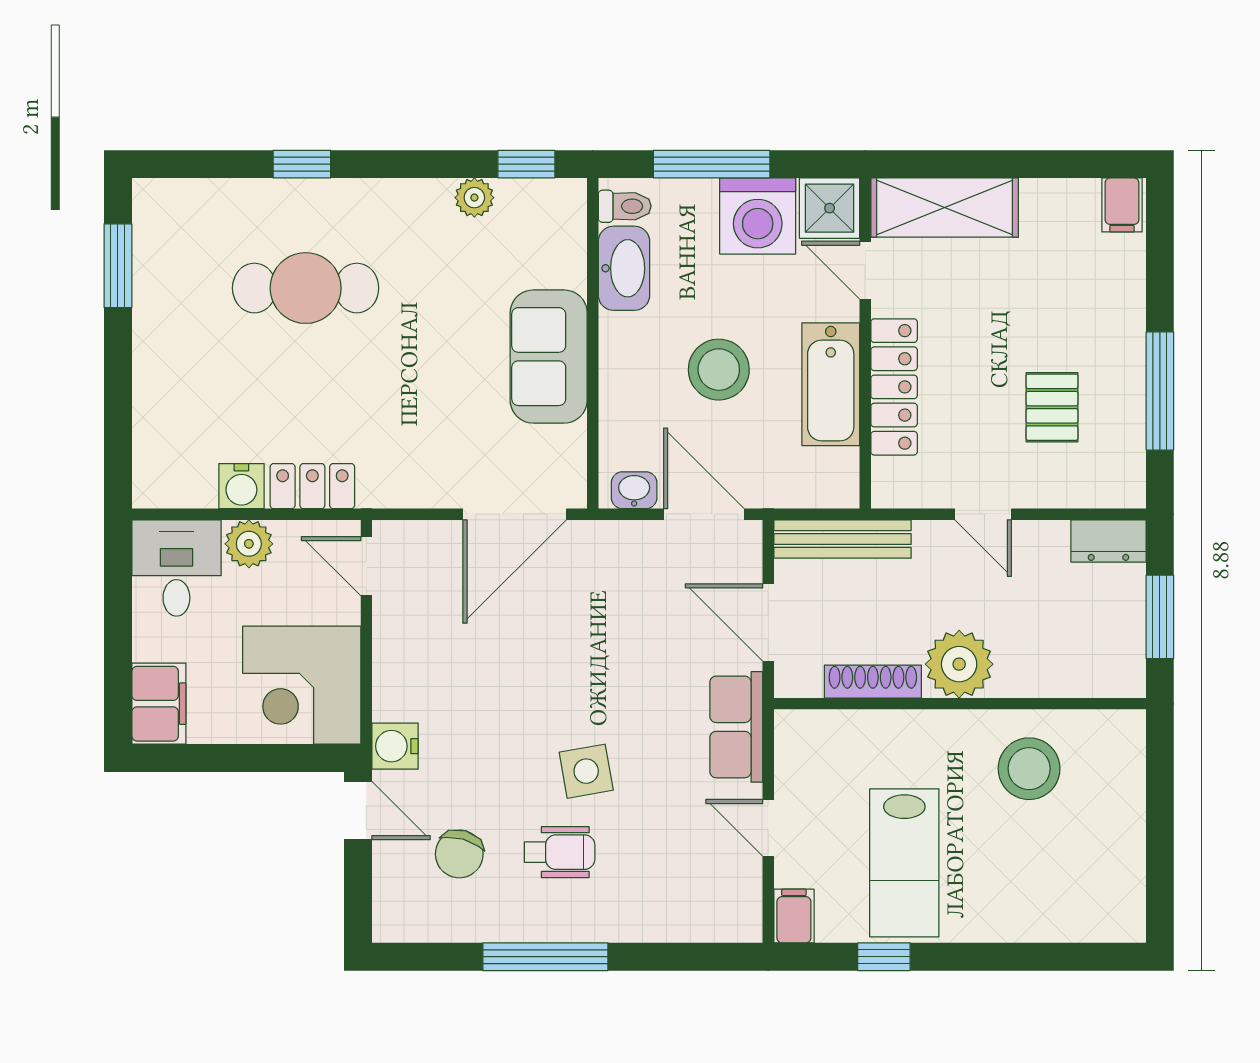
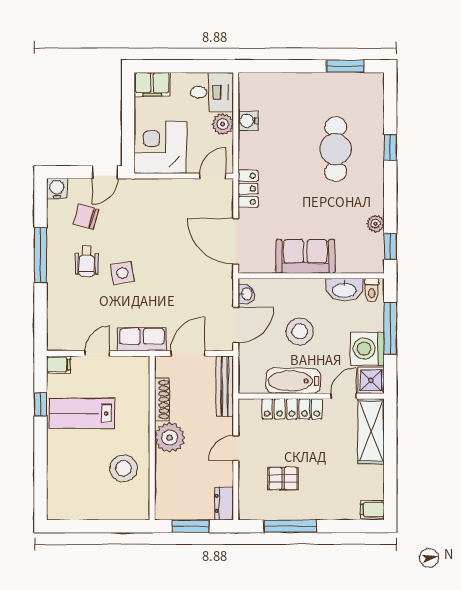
locker: (312, 486) -> (248, 189), moved
water cooler: (395, 746) -> (57, 189), moved

